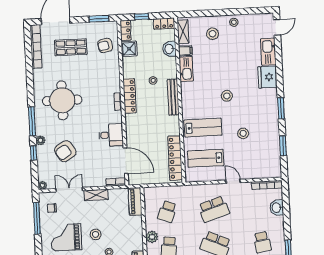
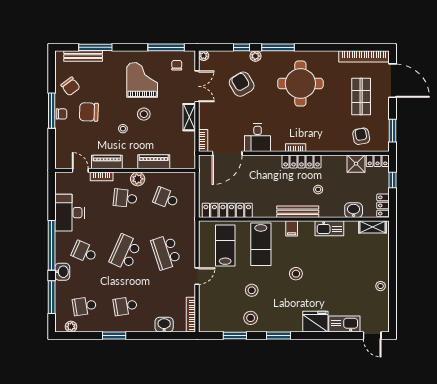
stool: (213, 34) -> (251, 318), moved
filing cabinet: (185, 51) -> (292, 228), moved
piano: (135, 201) -> (154, 162), moved

